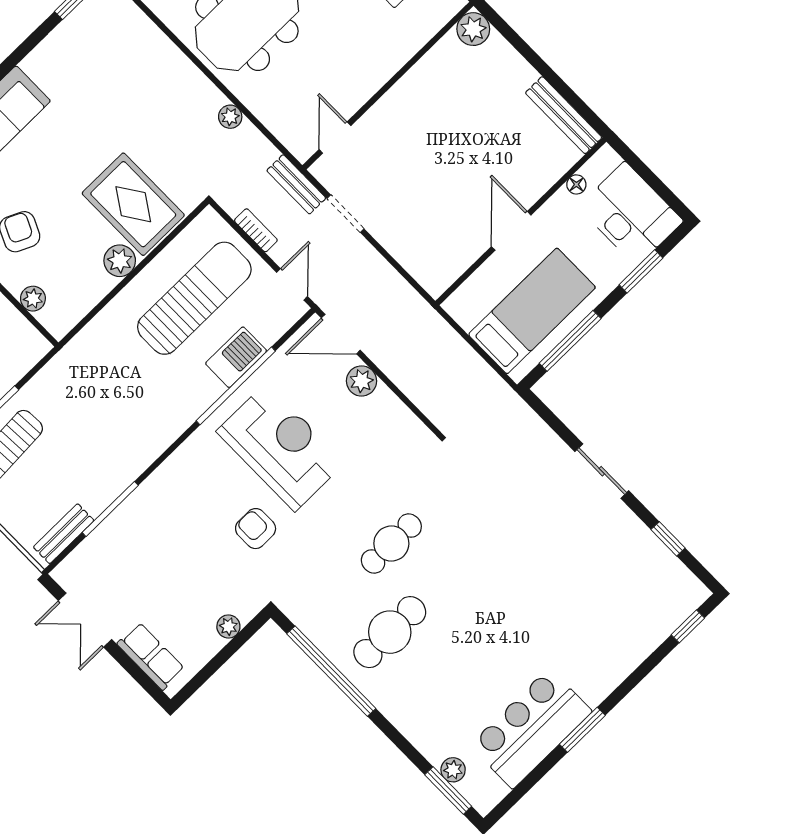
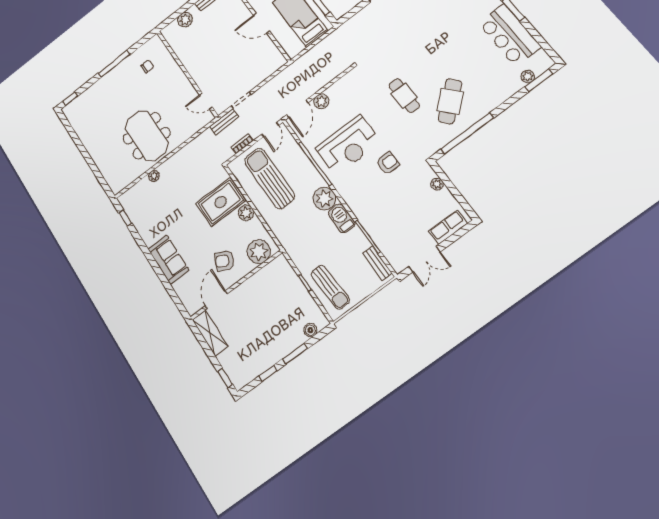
plant: (473, 29) -> (185, 20), moved
plant: (230, 117) -> (154, 176), moved
door: (292, 284) -> (270, 130), swing flipped
plant: (33, 299) -> (259, 252), width x1.87, depth x1.87
barbecue: (236, 357) -> (342, 218), moved
plant: (170, 415) -> (324, 199), added
reception desk: (281, 447) -> (348, 145), turned 180
armchair: (256, 529) -> (388, 163), turned 180
cafe table: (390, 632) -> (450, 101), turned 49

